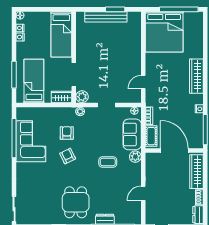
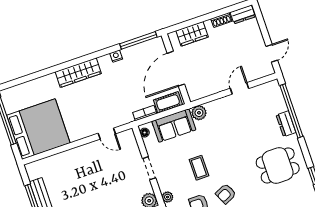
coffee table: (108, 162) -> (199, 168), moved
wardrobe: (196, 172) -> (192, 34), width x0.67
door: (143, 193) -> (239, 88), swing flipped

